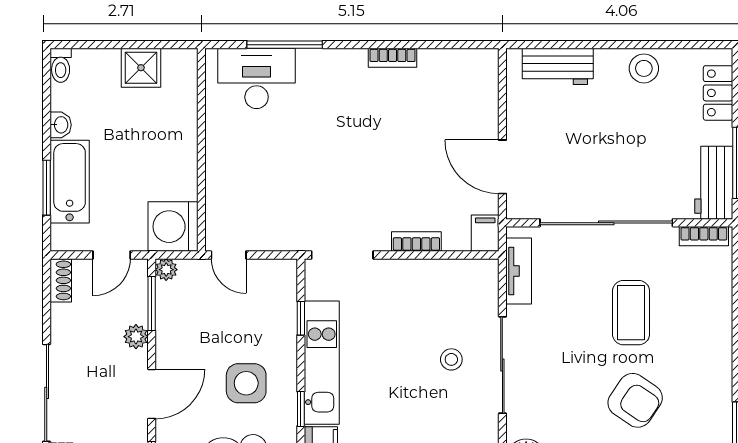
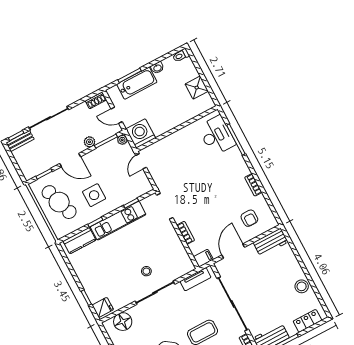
workbench: (558, 66) -> (271, 242), moved, turned -90
armchair: (454, 100) -> (249, 218), added

